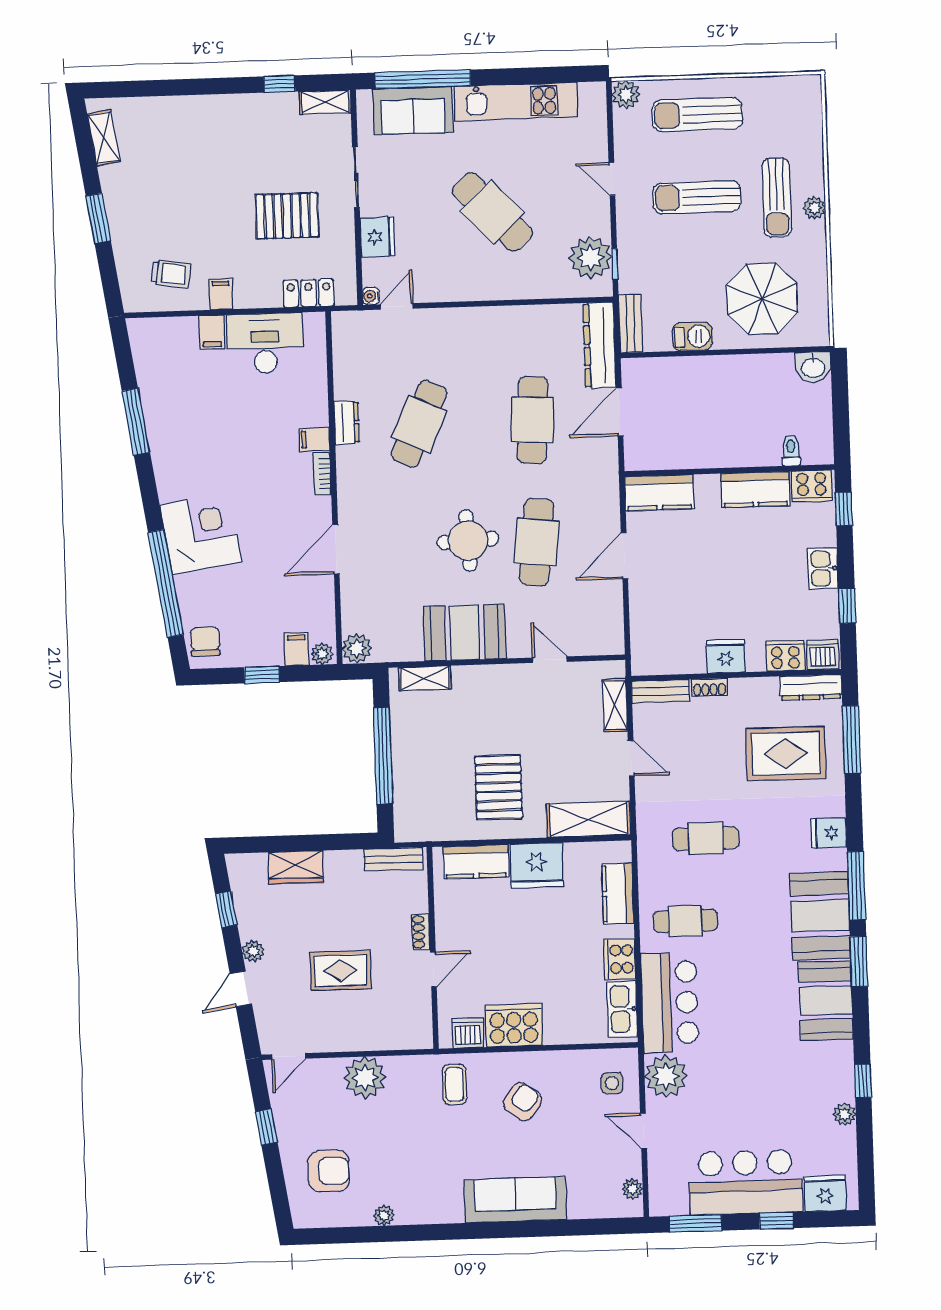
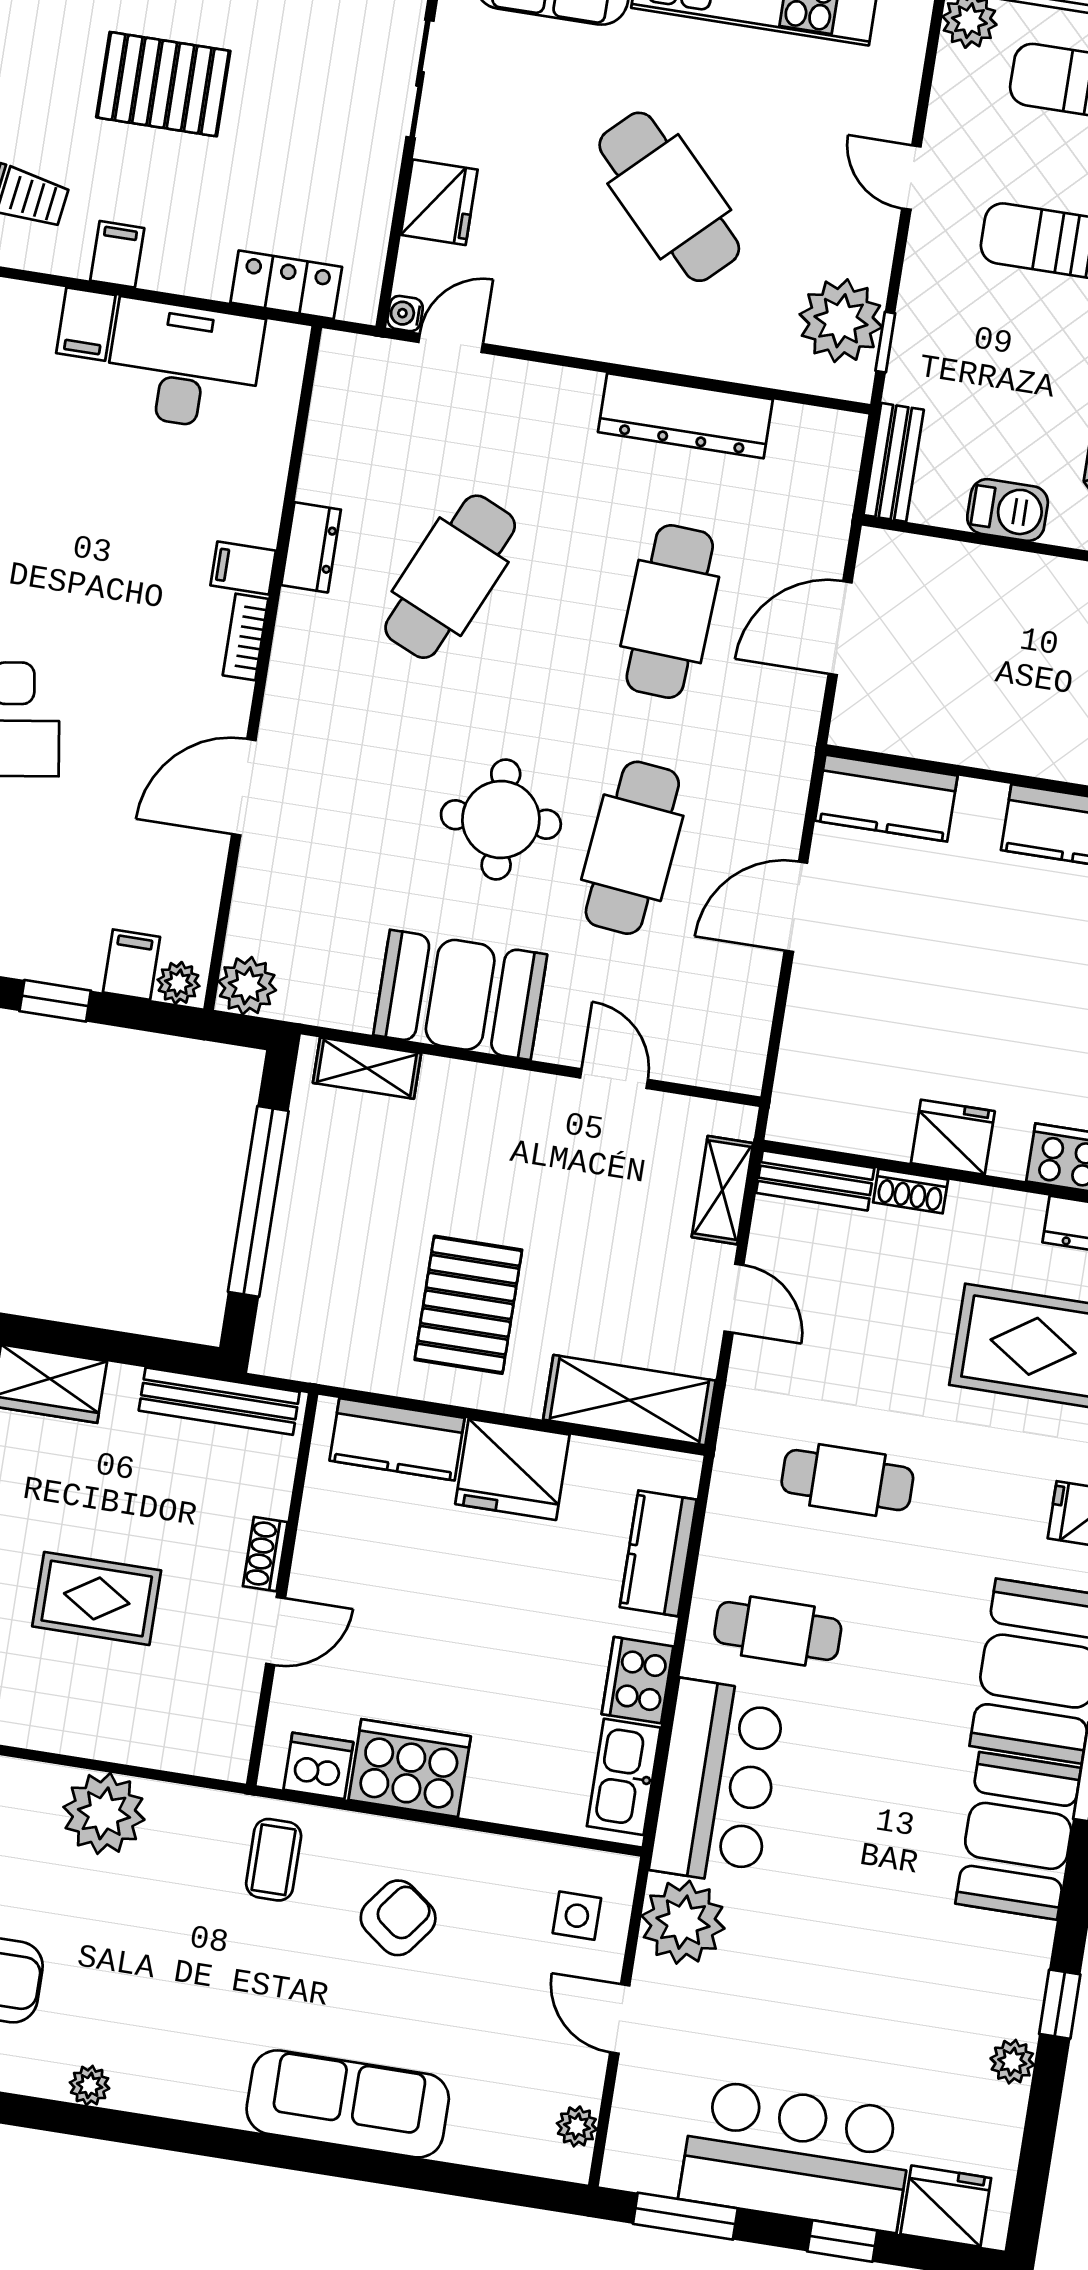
pallet: (287, 216) -> (163, 84), moved
dresser: (599, 345) -> (685, 416), moved, turned -90
bench: (394, 859) -> (219, 1401), width x1.36

